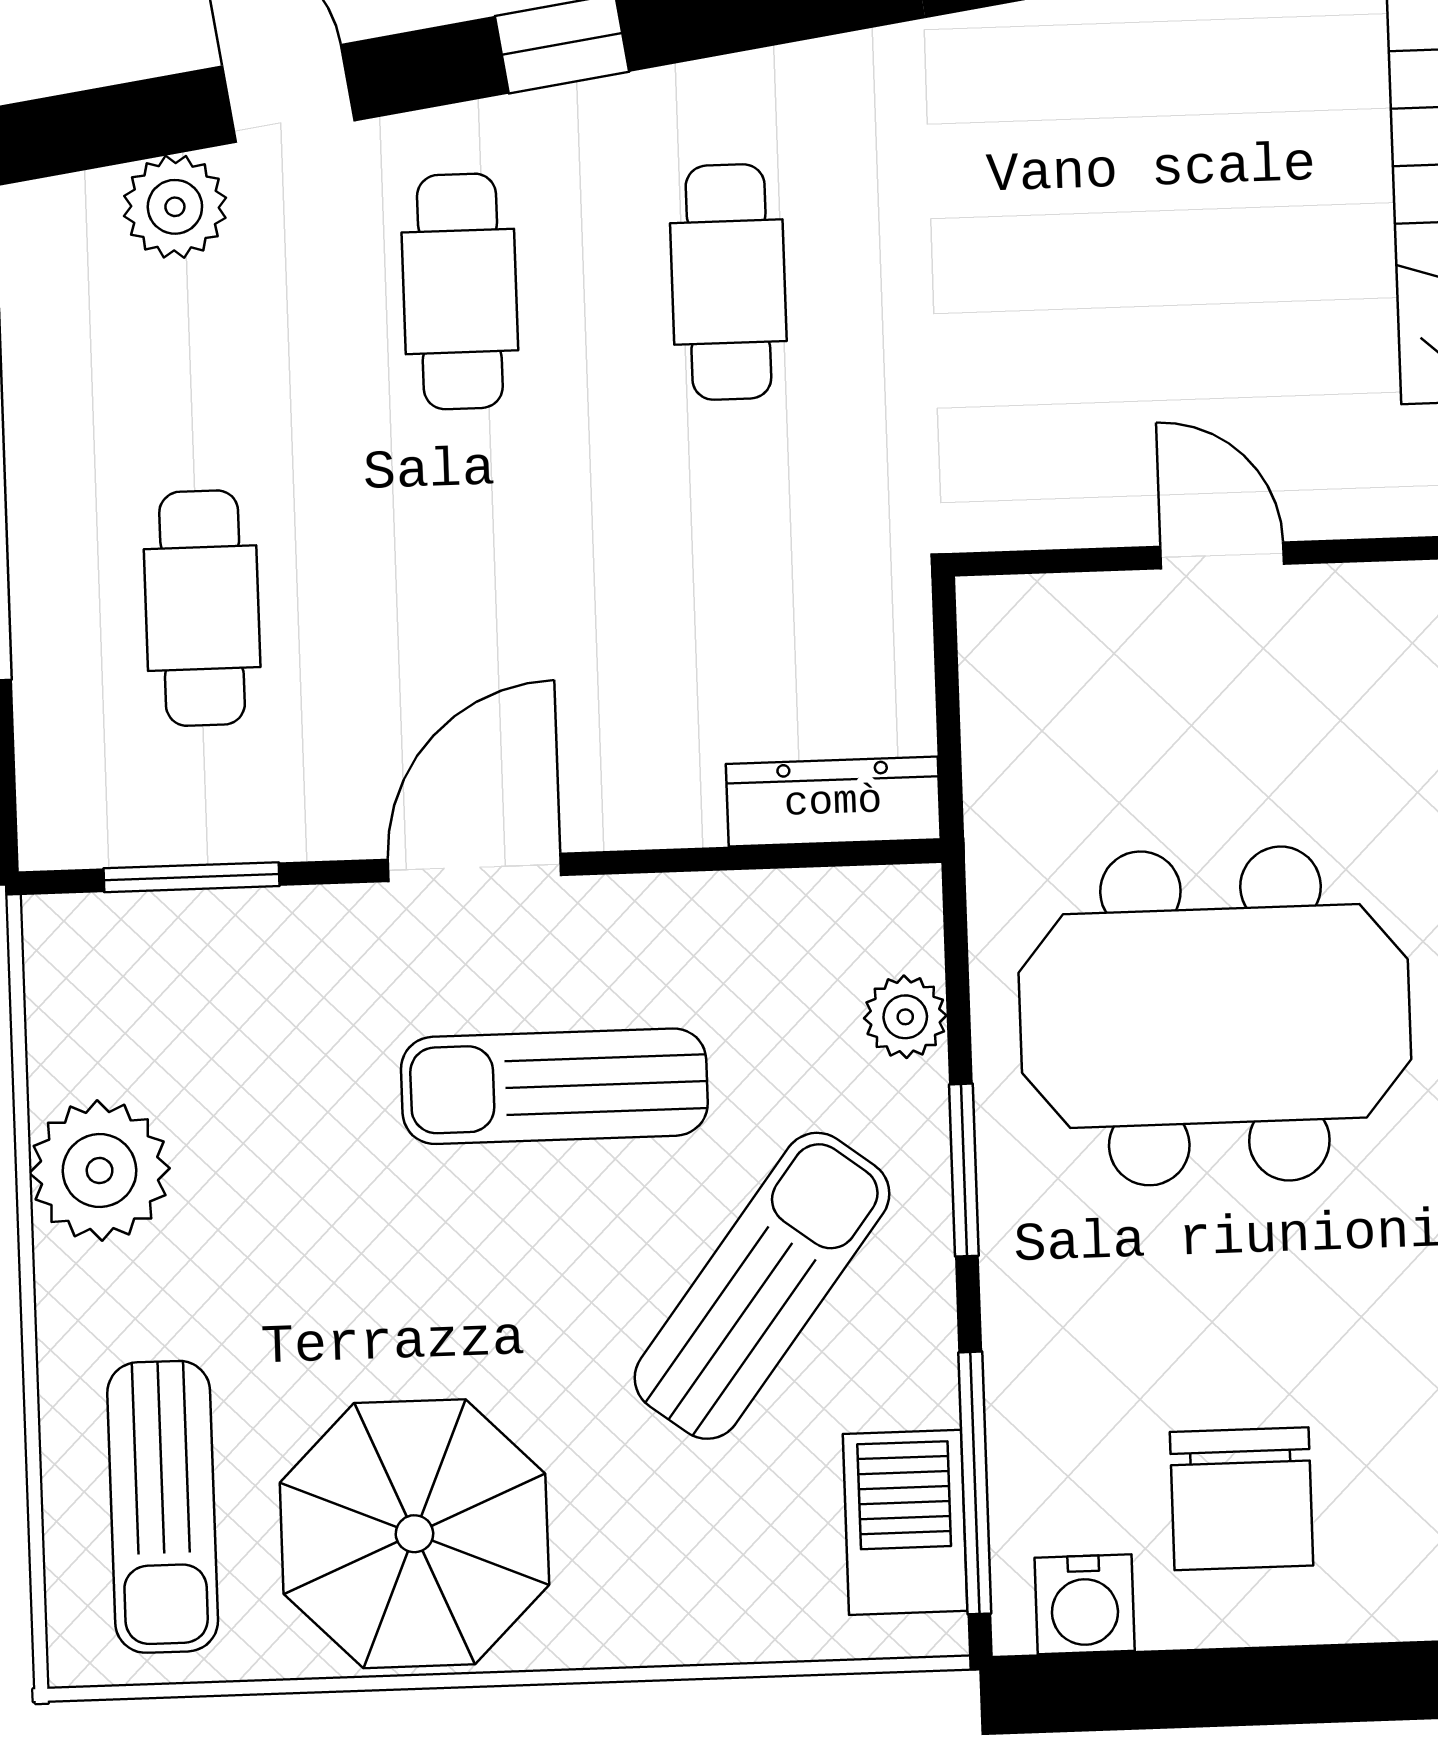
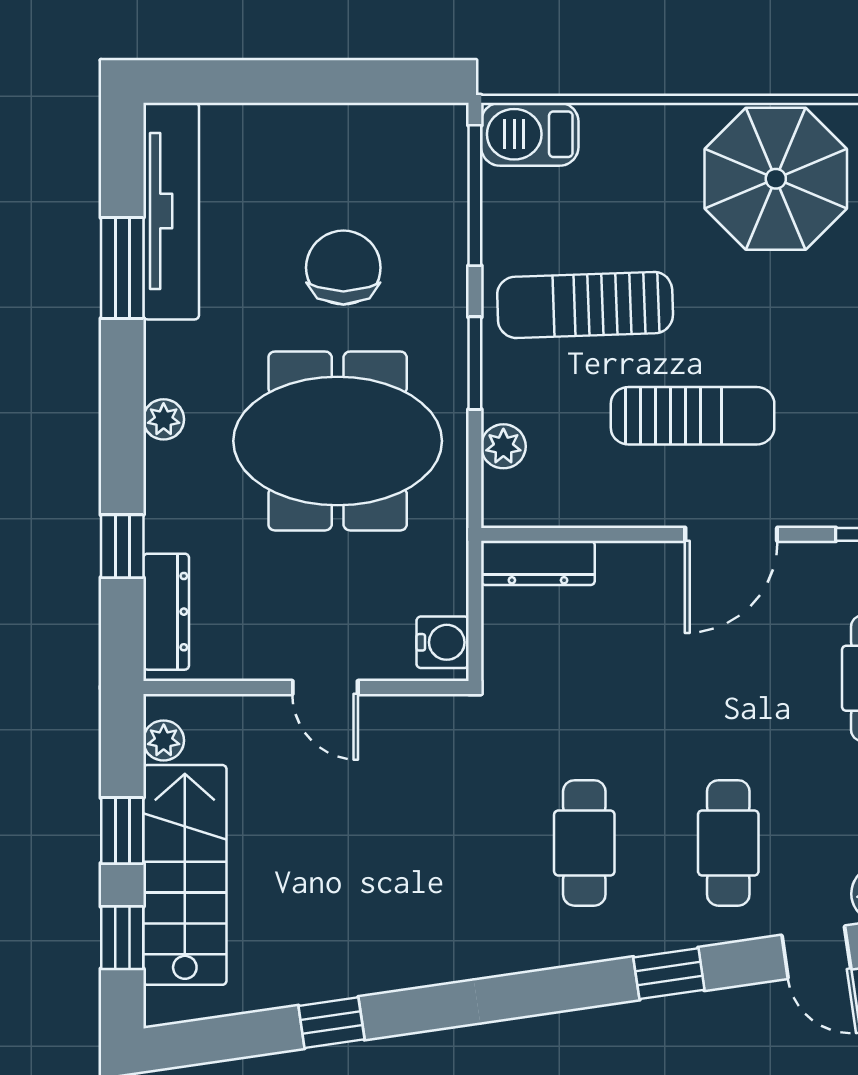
sun lounger: (762, 1286) -> (585, 305), turned 51
chair: (1242, 1499) -> (343, 268), moved
barbecue: (905, 1522) -> (530, 134), moved, turned 90
water cooler: (1085, 1604) -> (443, 642), moved, turned 90

